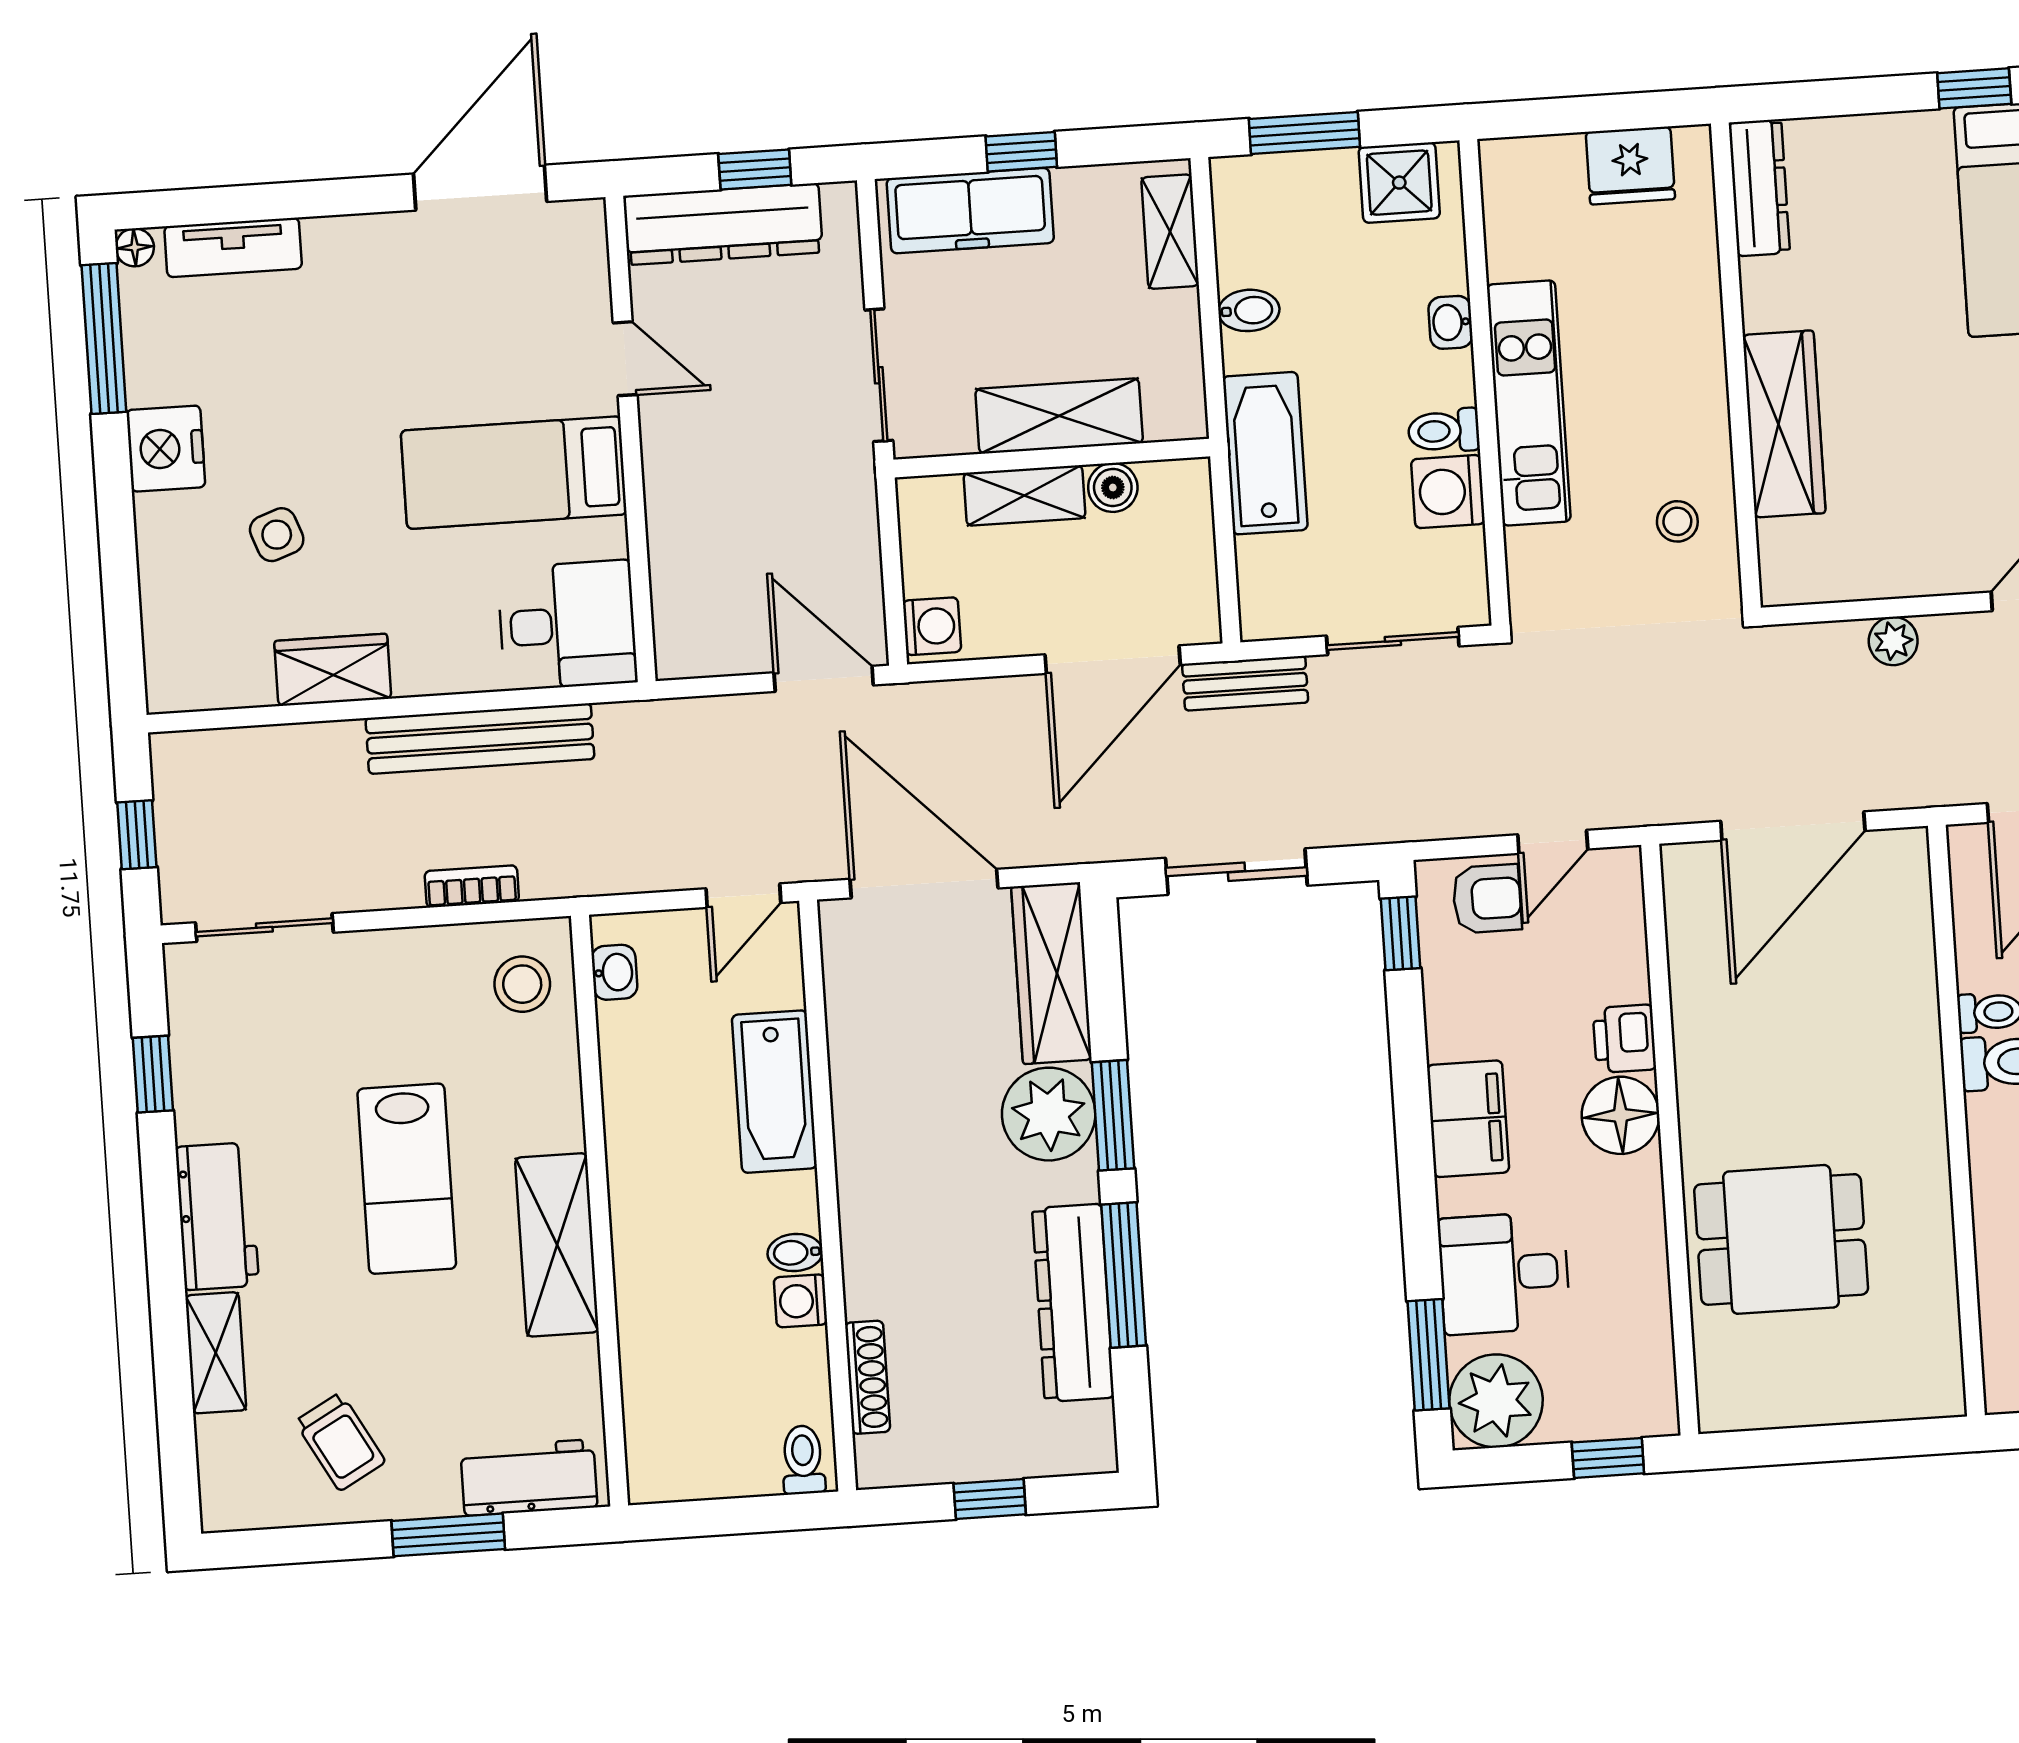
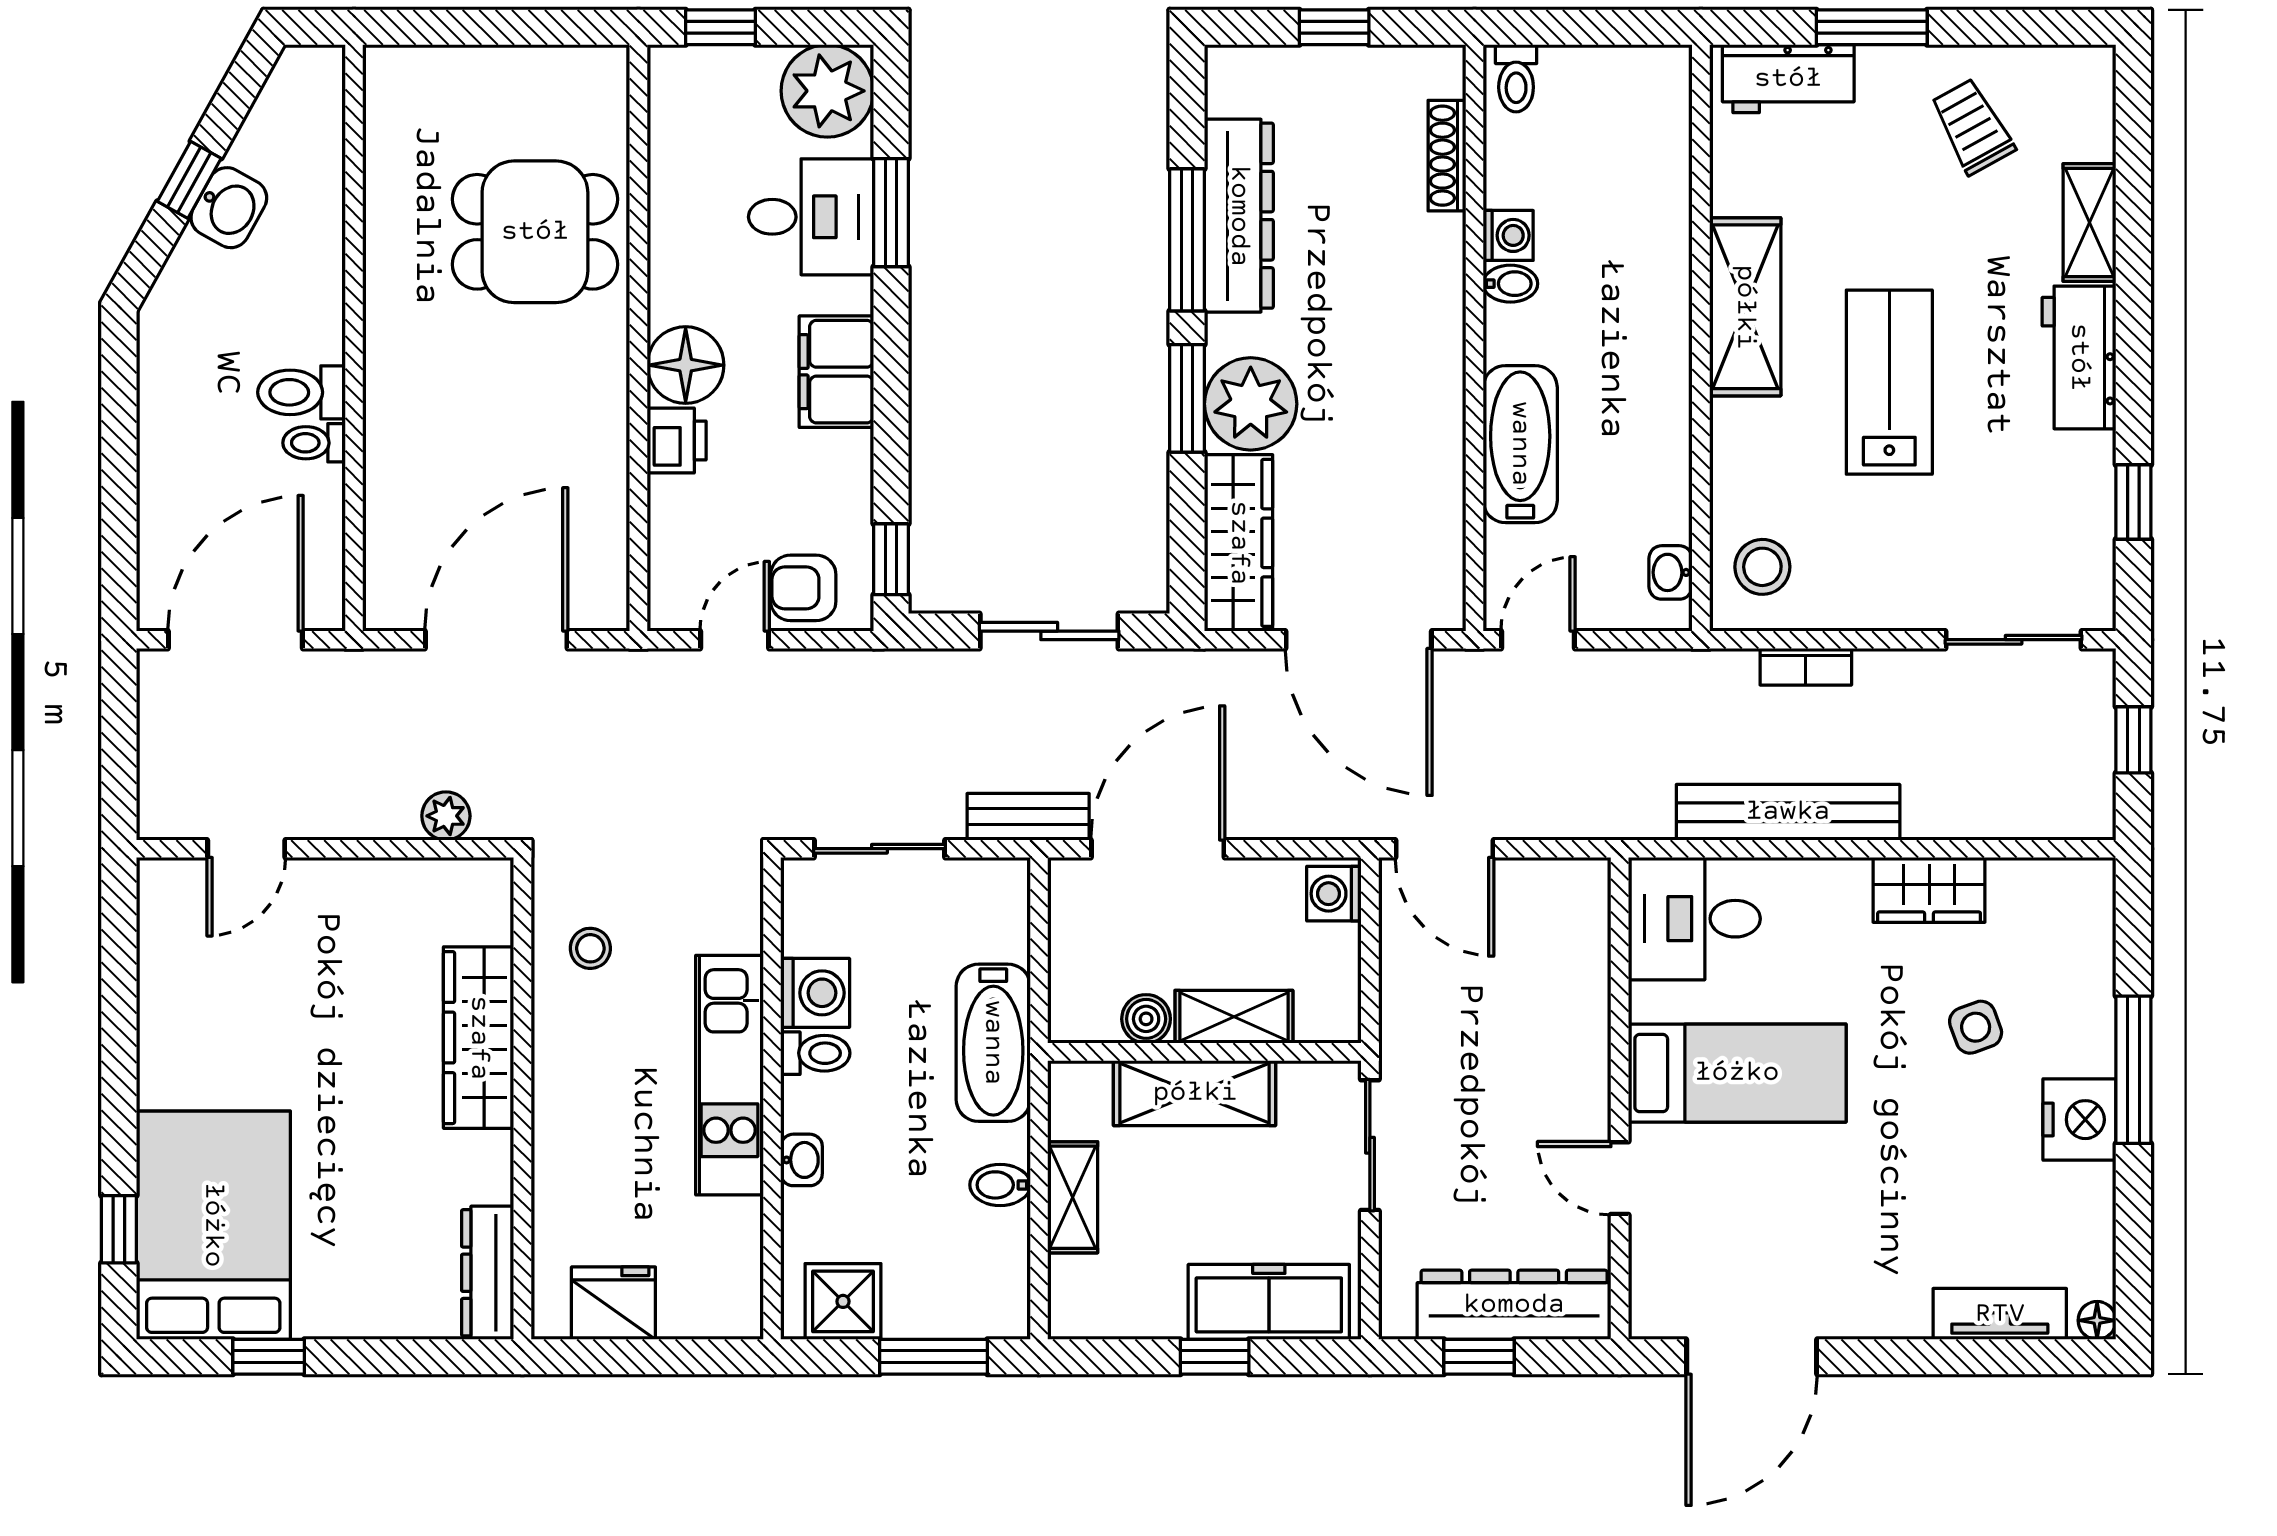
shelving: (1170, 232) -> (1073, 1197), moved
window: (104, 338) -> (2133, 1070), moved
plant: (1893, 641) -> (446, 816), moved
window: (1429, 1355) -> (891, 213), moved

